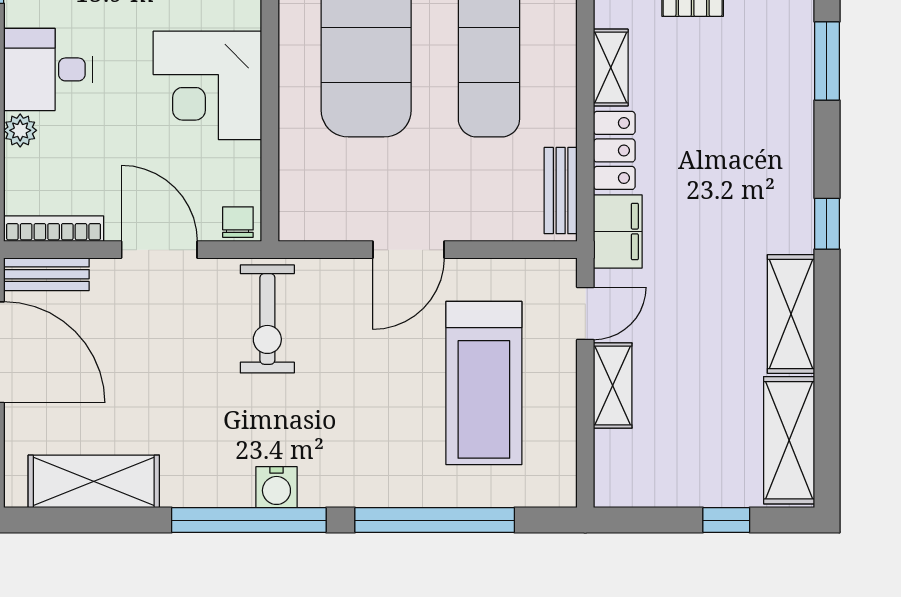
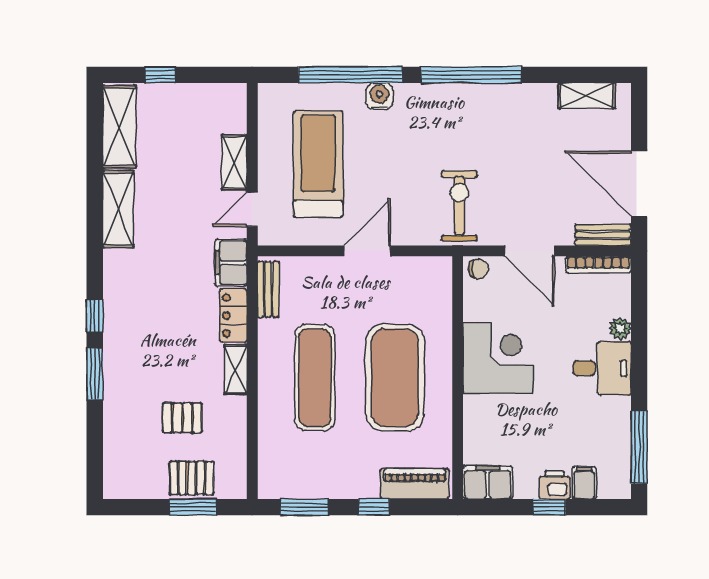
chair: (238, 222) -> (478, 269), turned -90
window: (827, 224) -> (95, 316), moved
shelving: (94, 481) -> (587, 96), width x0.67, depth x0.75
water cooler: (276, 487) -> (379, 96), moved

